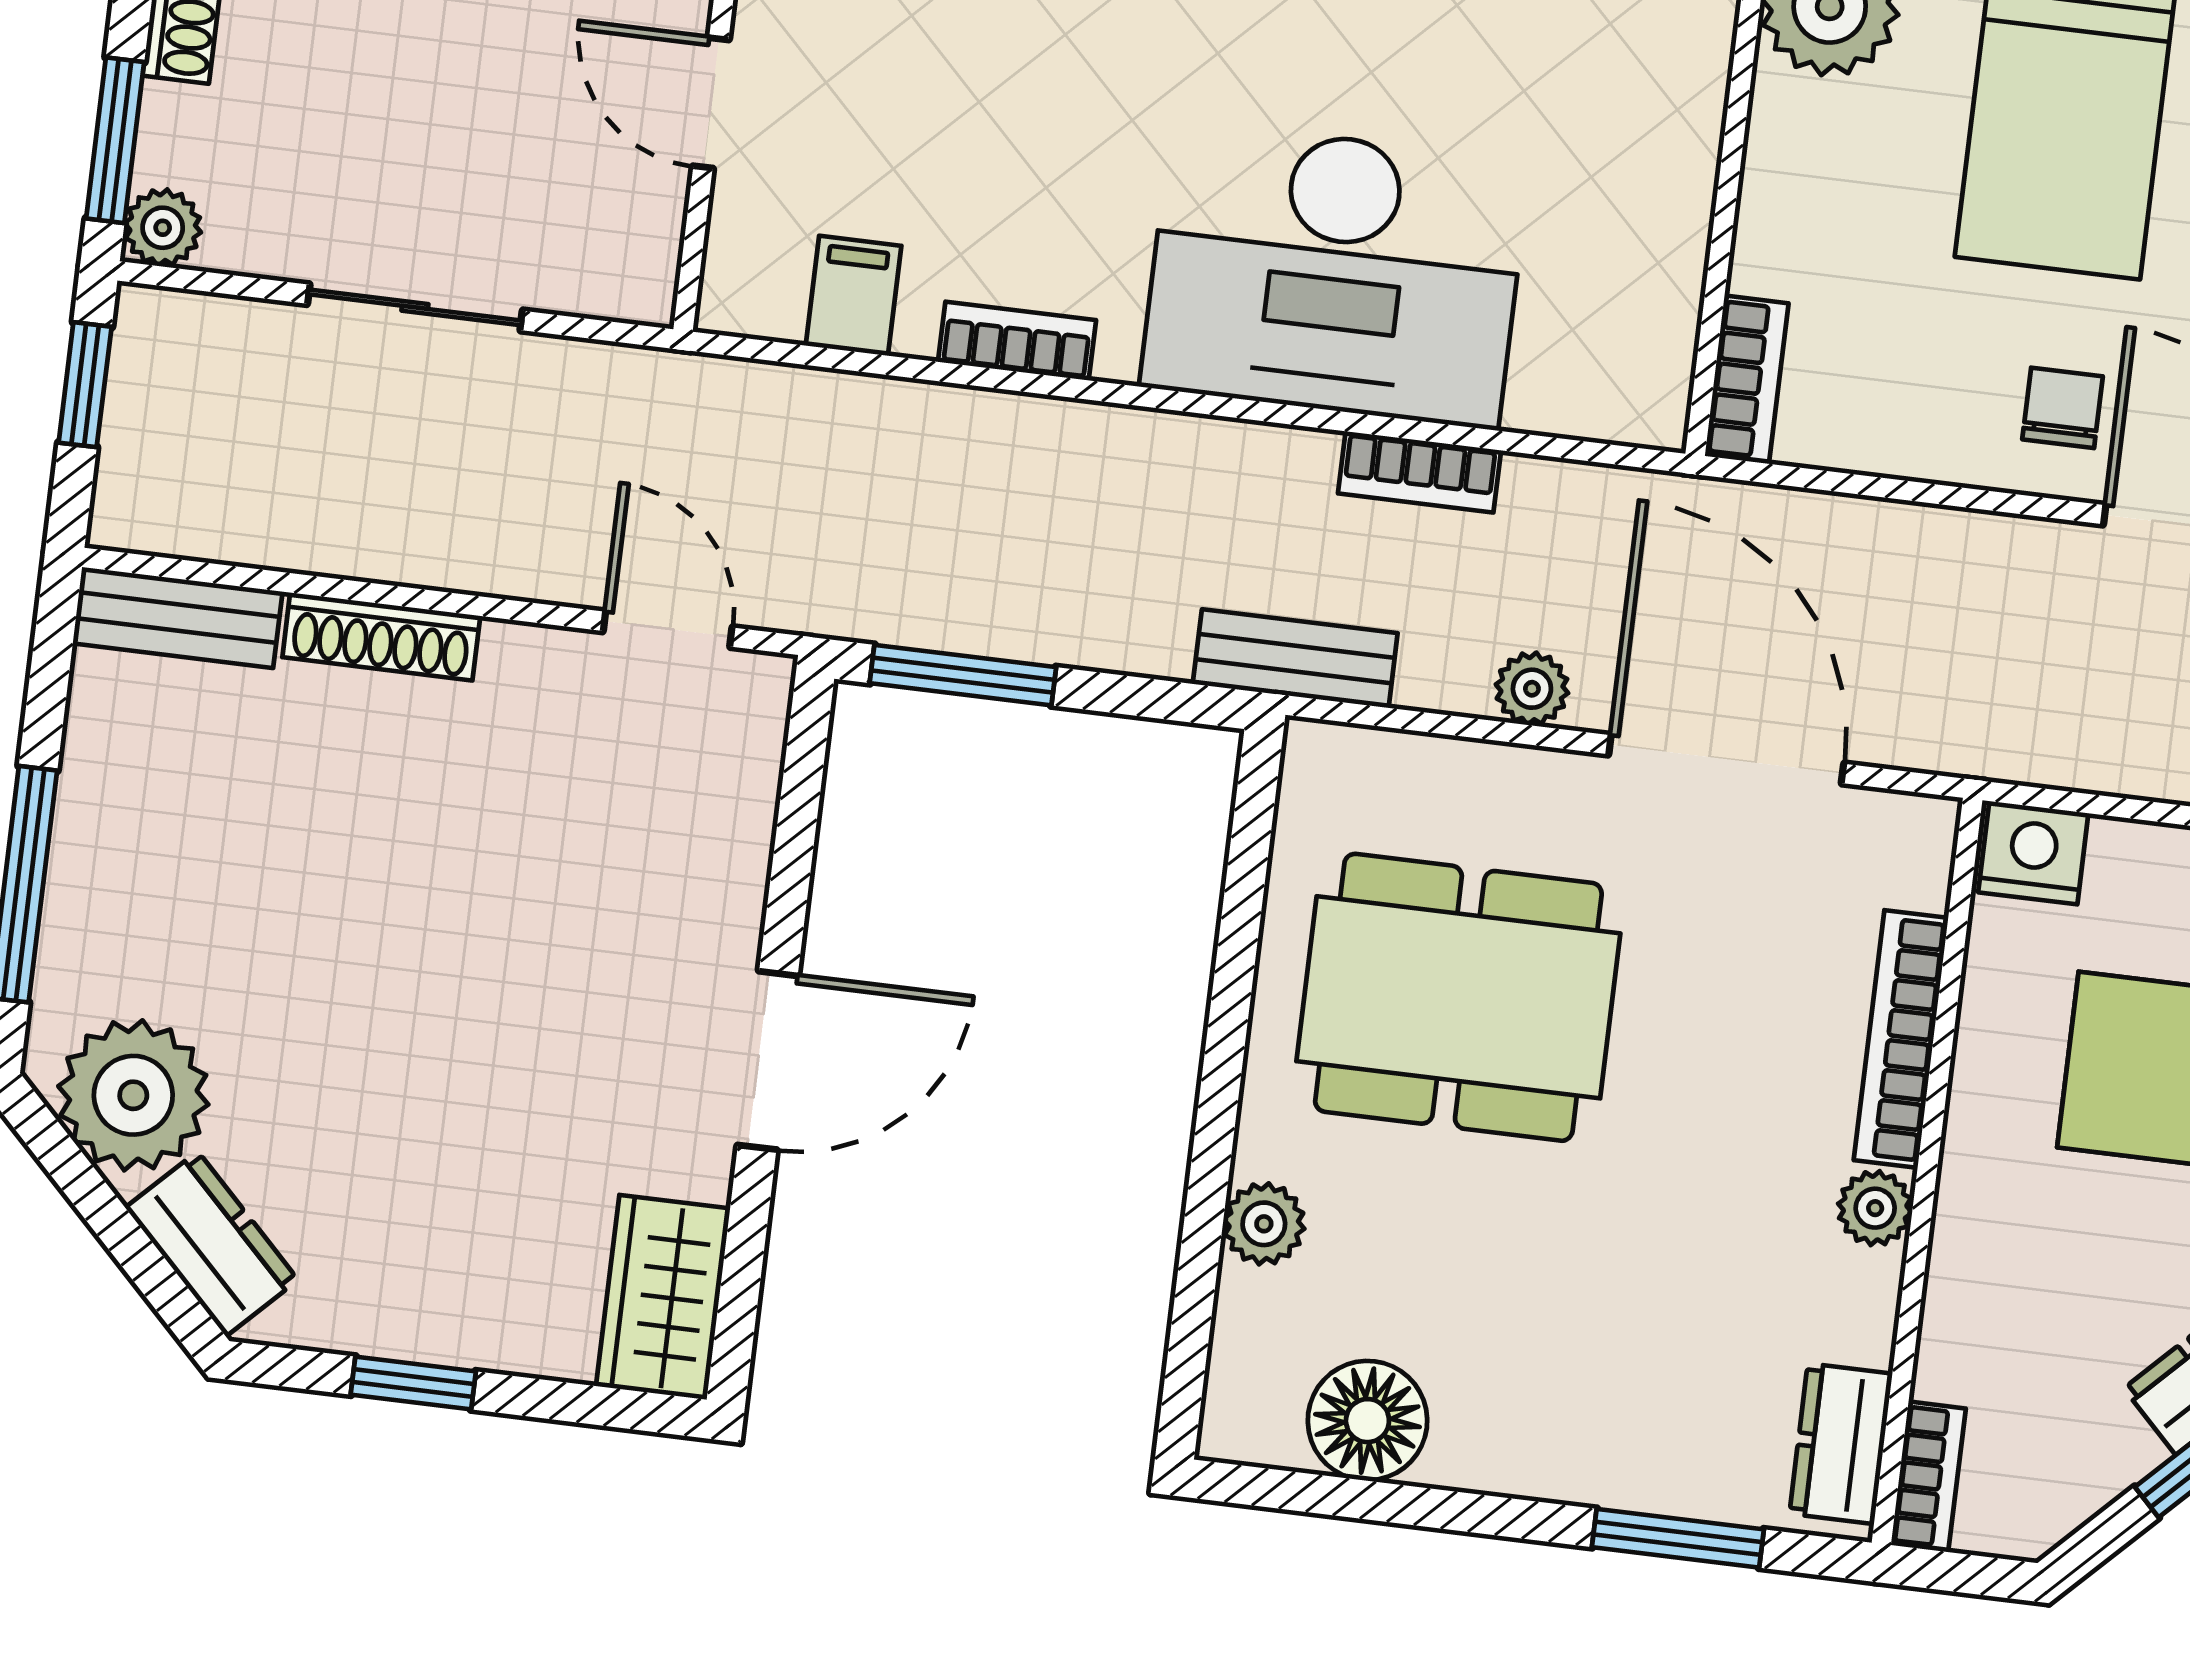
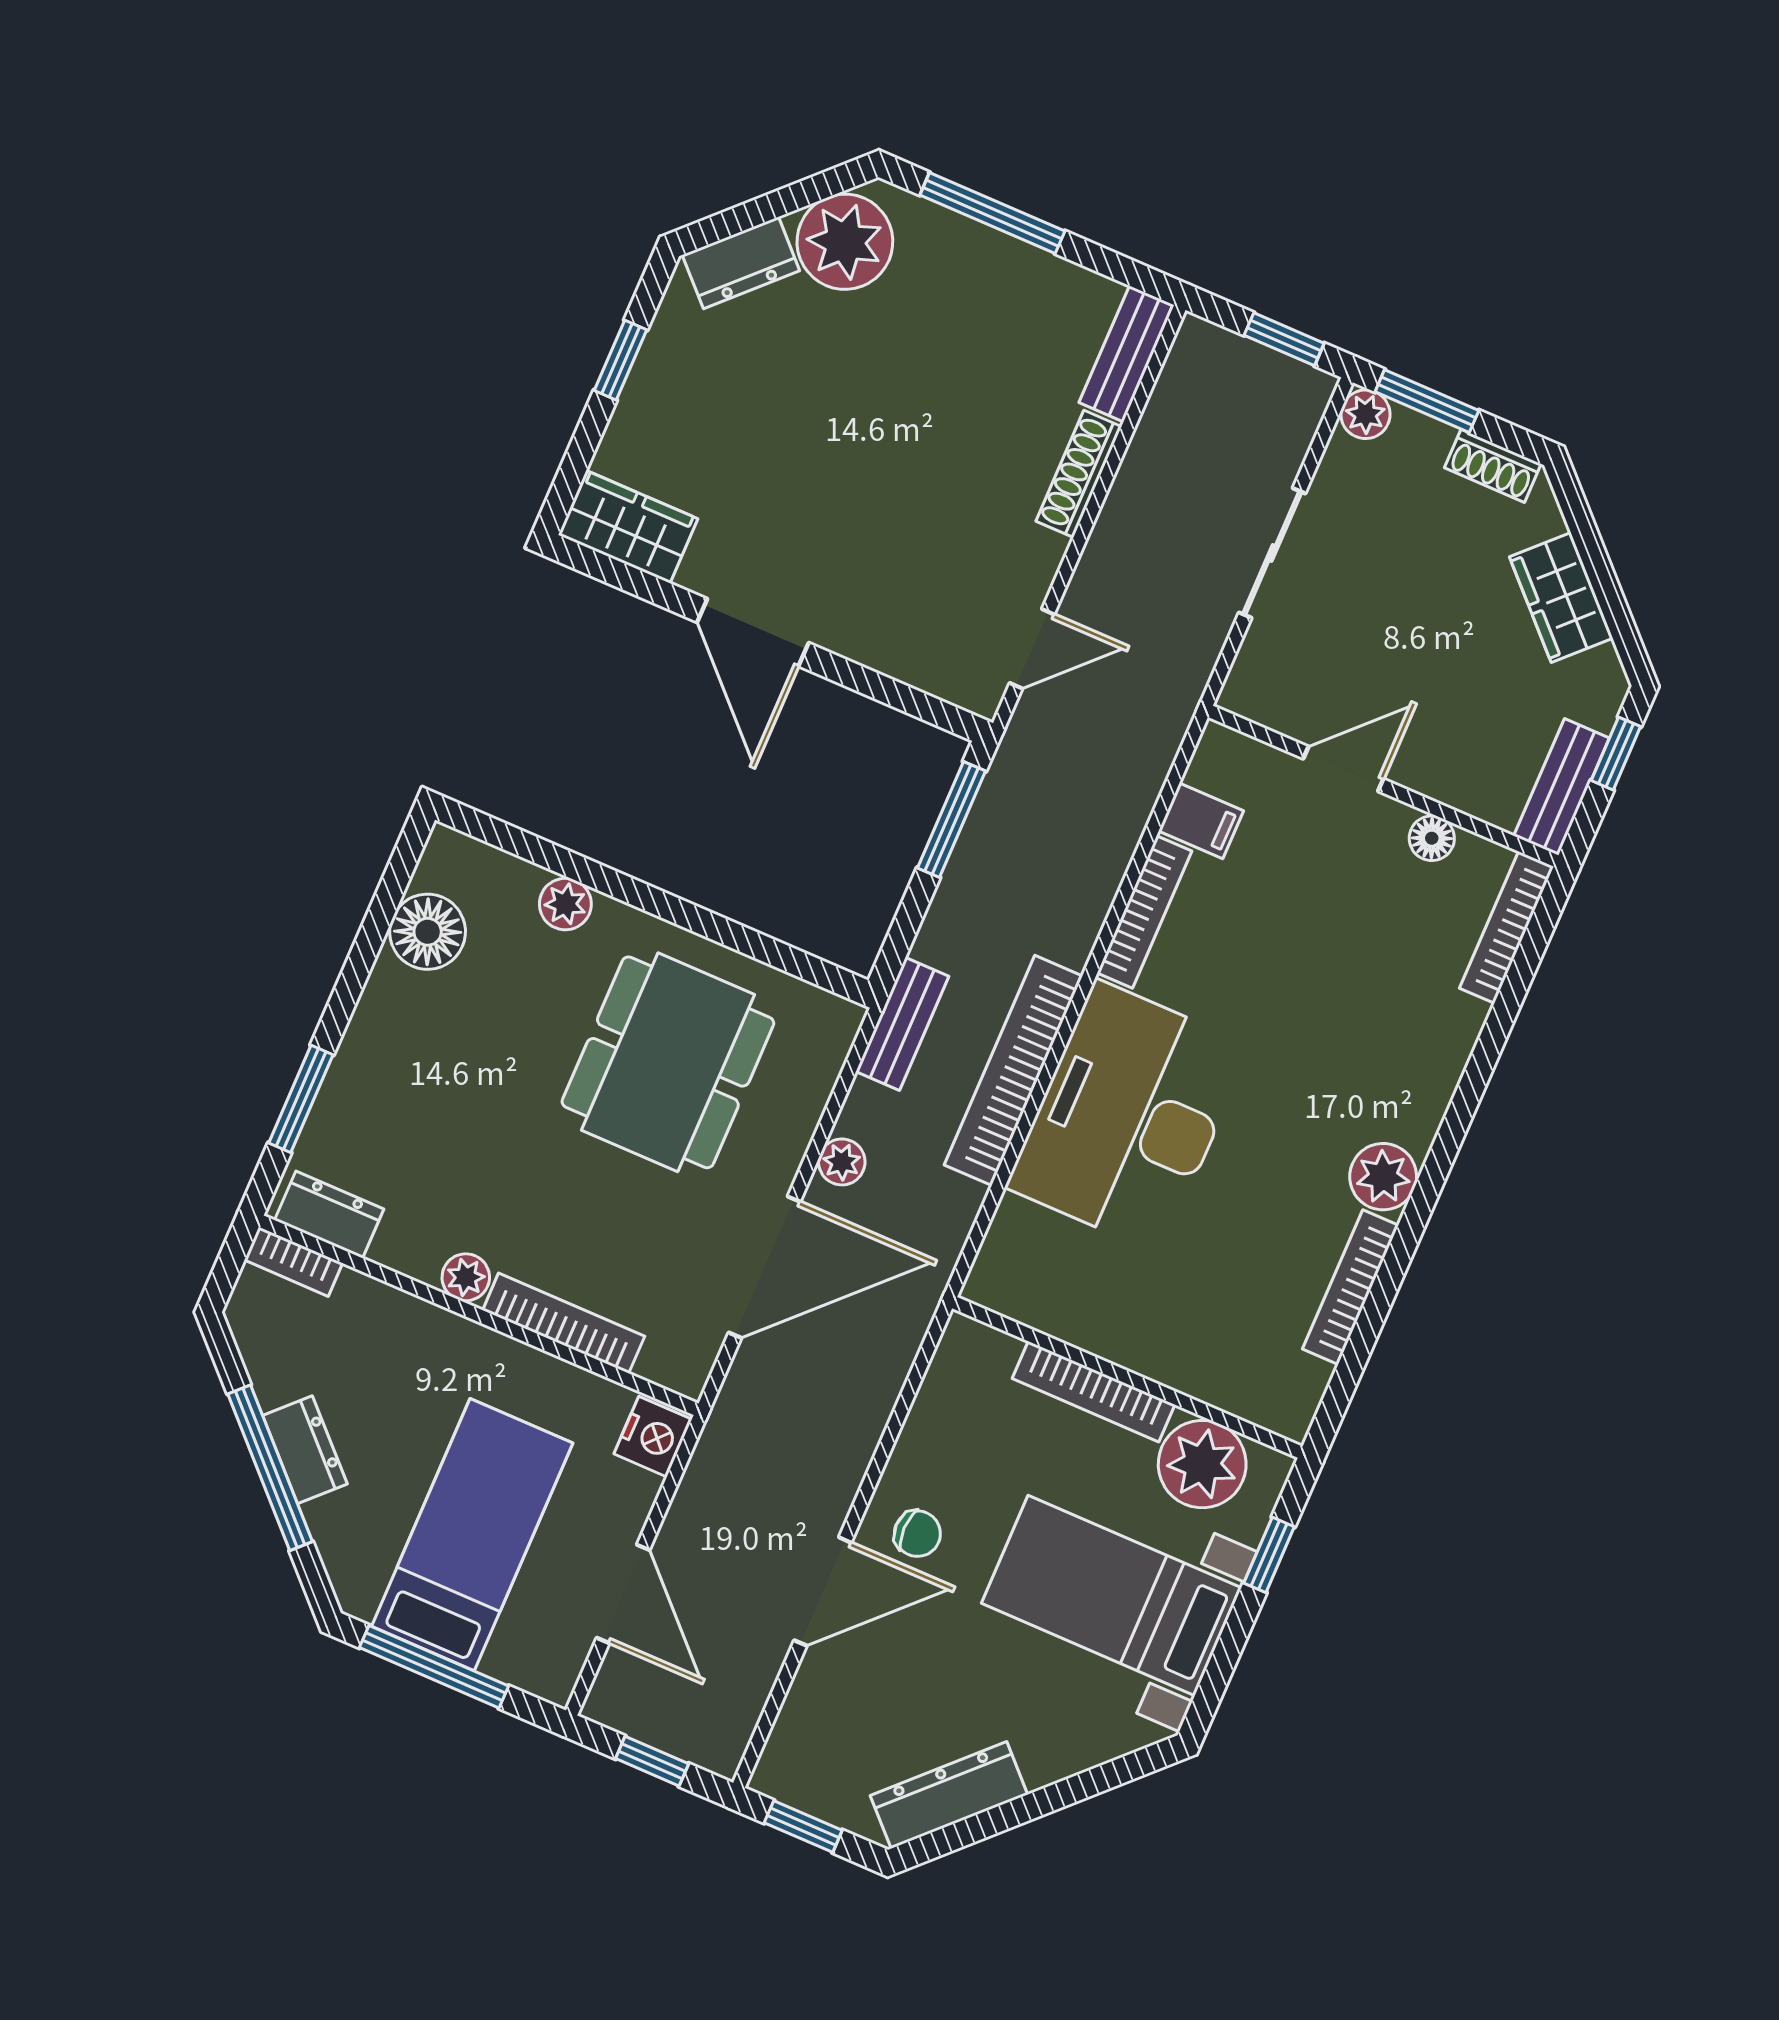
bookcase: (1017, 341) -> (1144, 912), width x1.56
bookcase: (1747, 380) -> (1094, 1392), moved, width x1.56
bookcase: (1419, 472) -> (1013, 1070), width x2.31, depth x1.31

